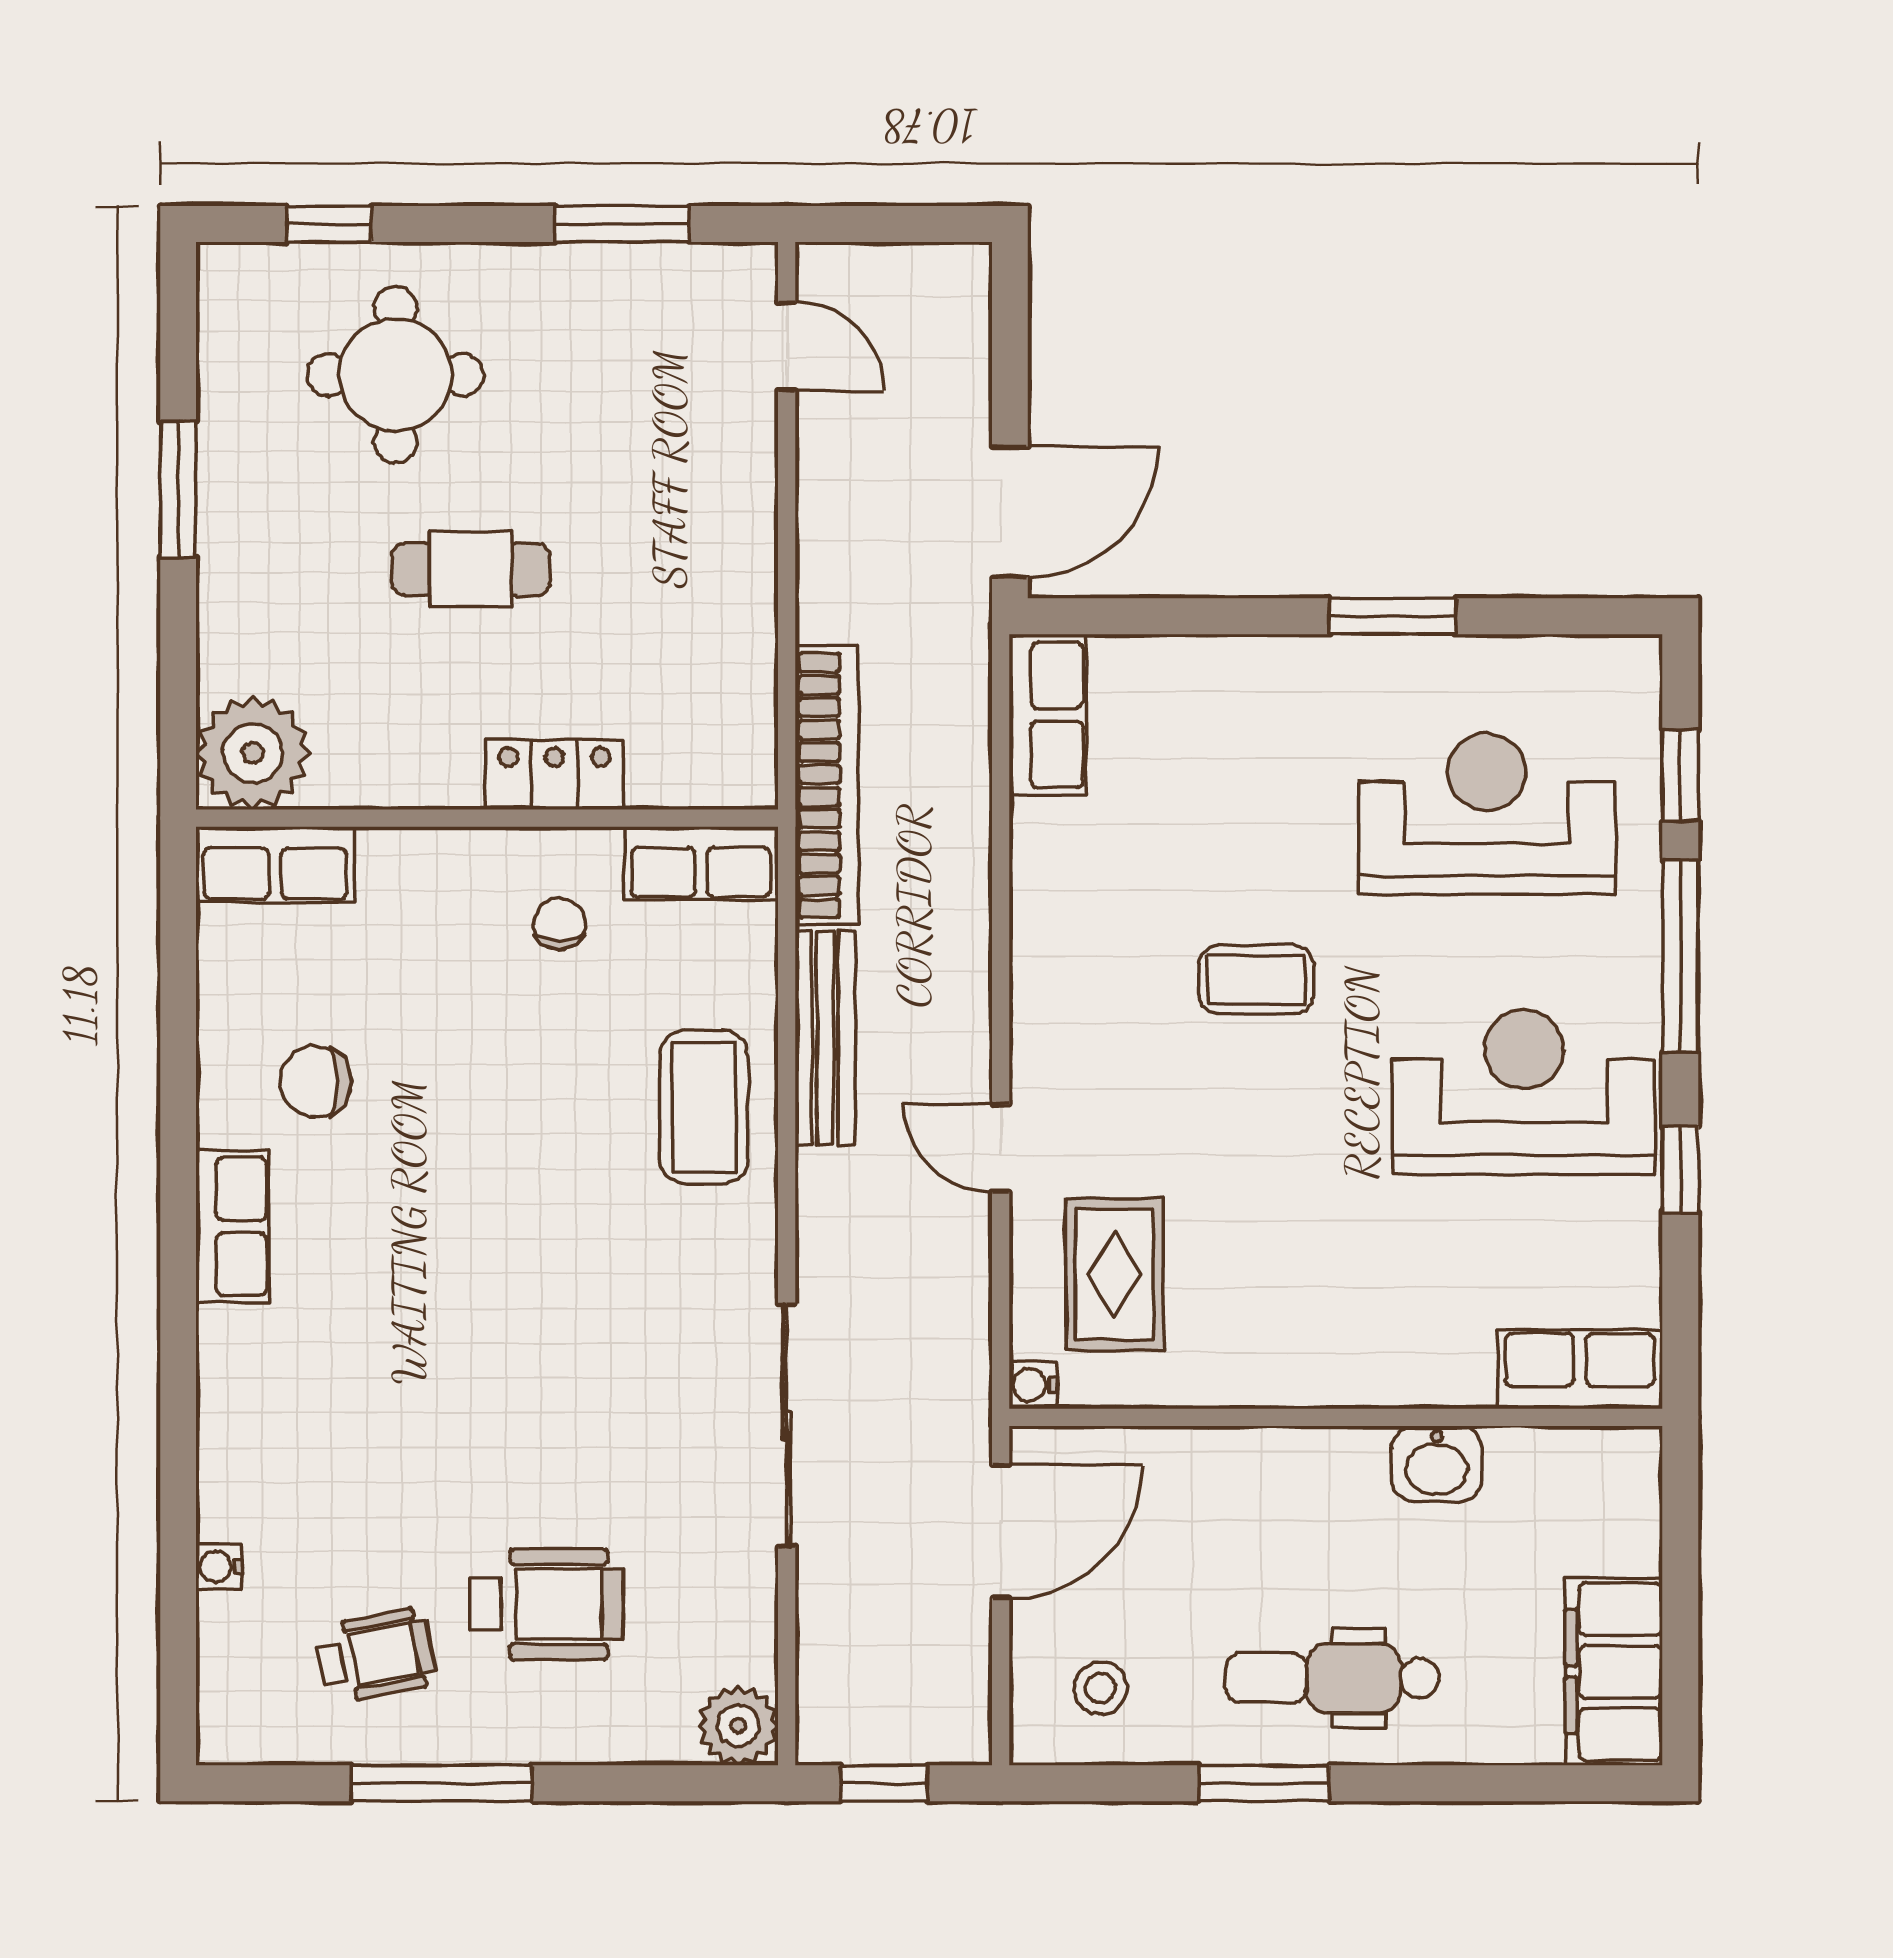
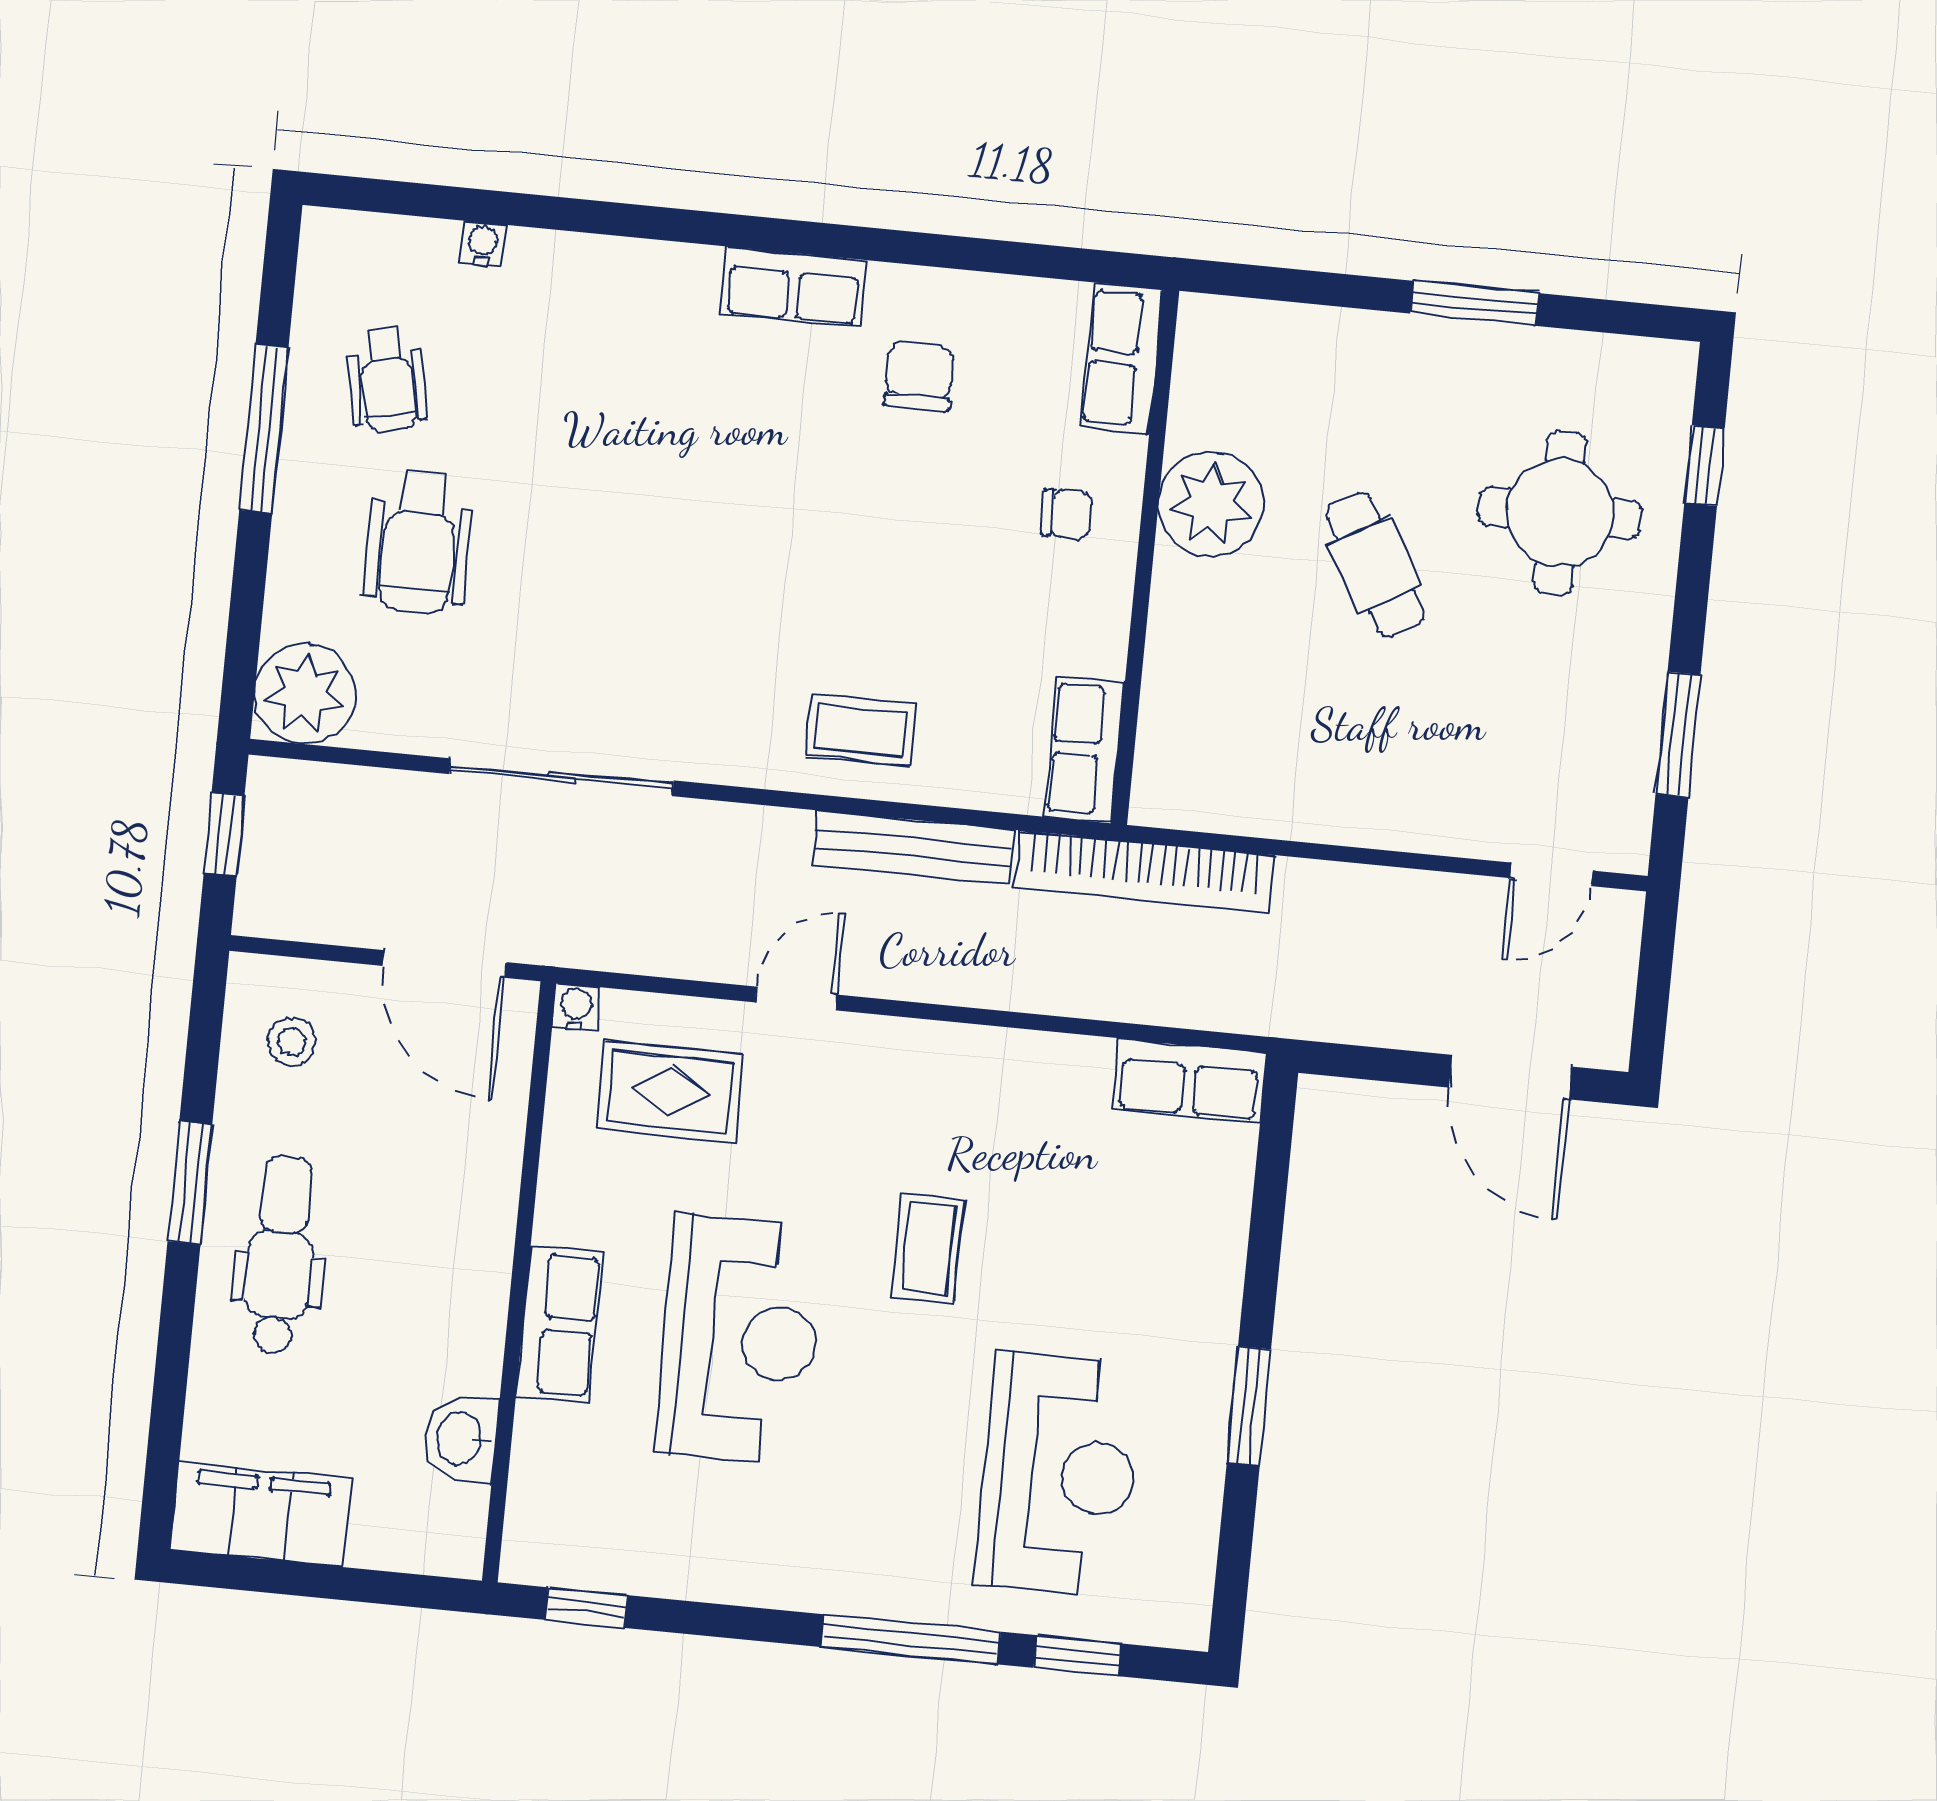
door: (1010, 512) -> (1511, 1077), moved
cafe table: (471, 569) -> (1375, 565), turned -30
plant: (253, 753) -> (1211, 504), moved
locker: (555, 775) -> (1179, 623), removed
chair: (560, 924) -> (1067, 514), moved
reception desk: (1524, 1092) -> (739, 1340), moved
coffee table: (704, 1107) -> (861, 730), width x0.73, depth x0.77
window: (1680, 1170) -> (586, 1608), moved
row of seats: (1580, 1369) -> (560, 1324), moved
washbasin: (1437, 1464) -> (461, 1439), moved
plant: (738, 1726) -> (305, 694), width x1.36, depth x1.36

